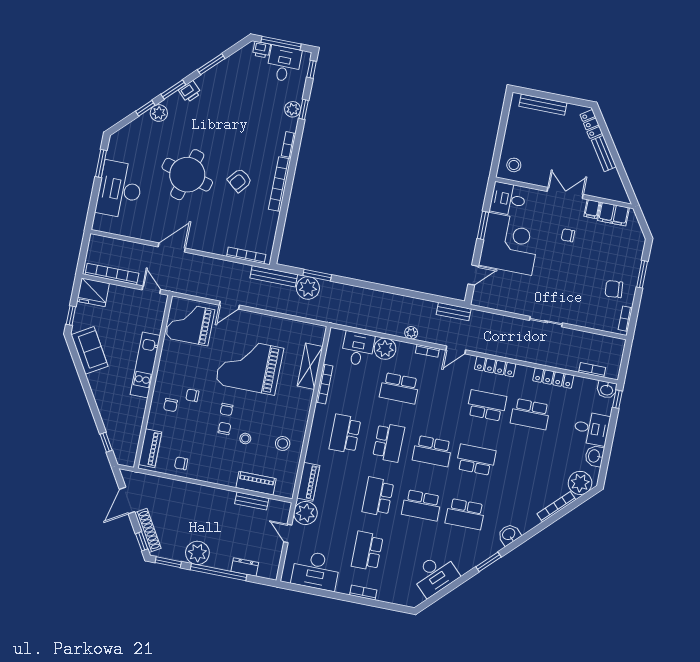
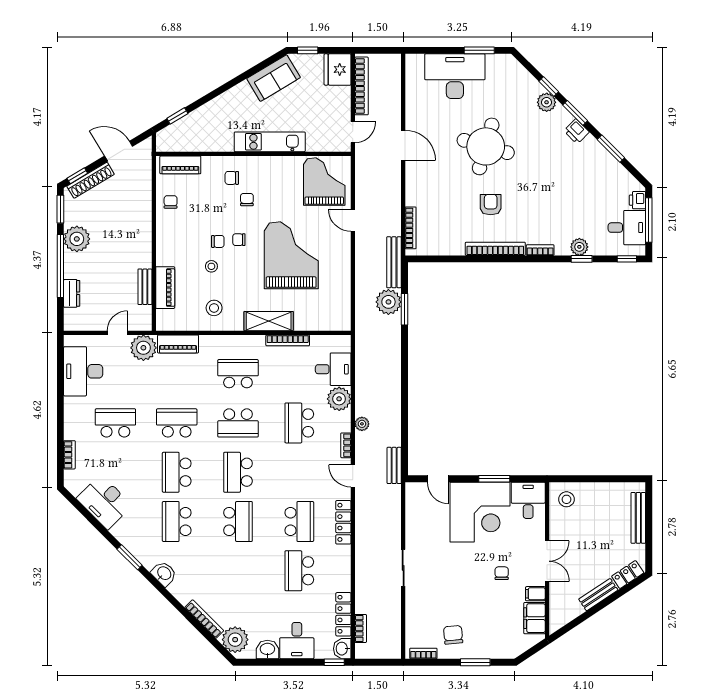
armchair: (240, 180) -> (491, 205), turned 51
shelving: (310, 366) -> (269, 321), moved
locker: (553, 378) -> (343, 614), moved
bookcase: (363, 592) -> (69, 455), moved

